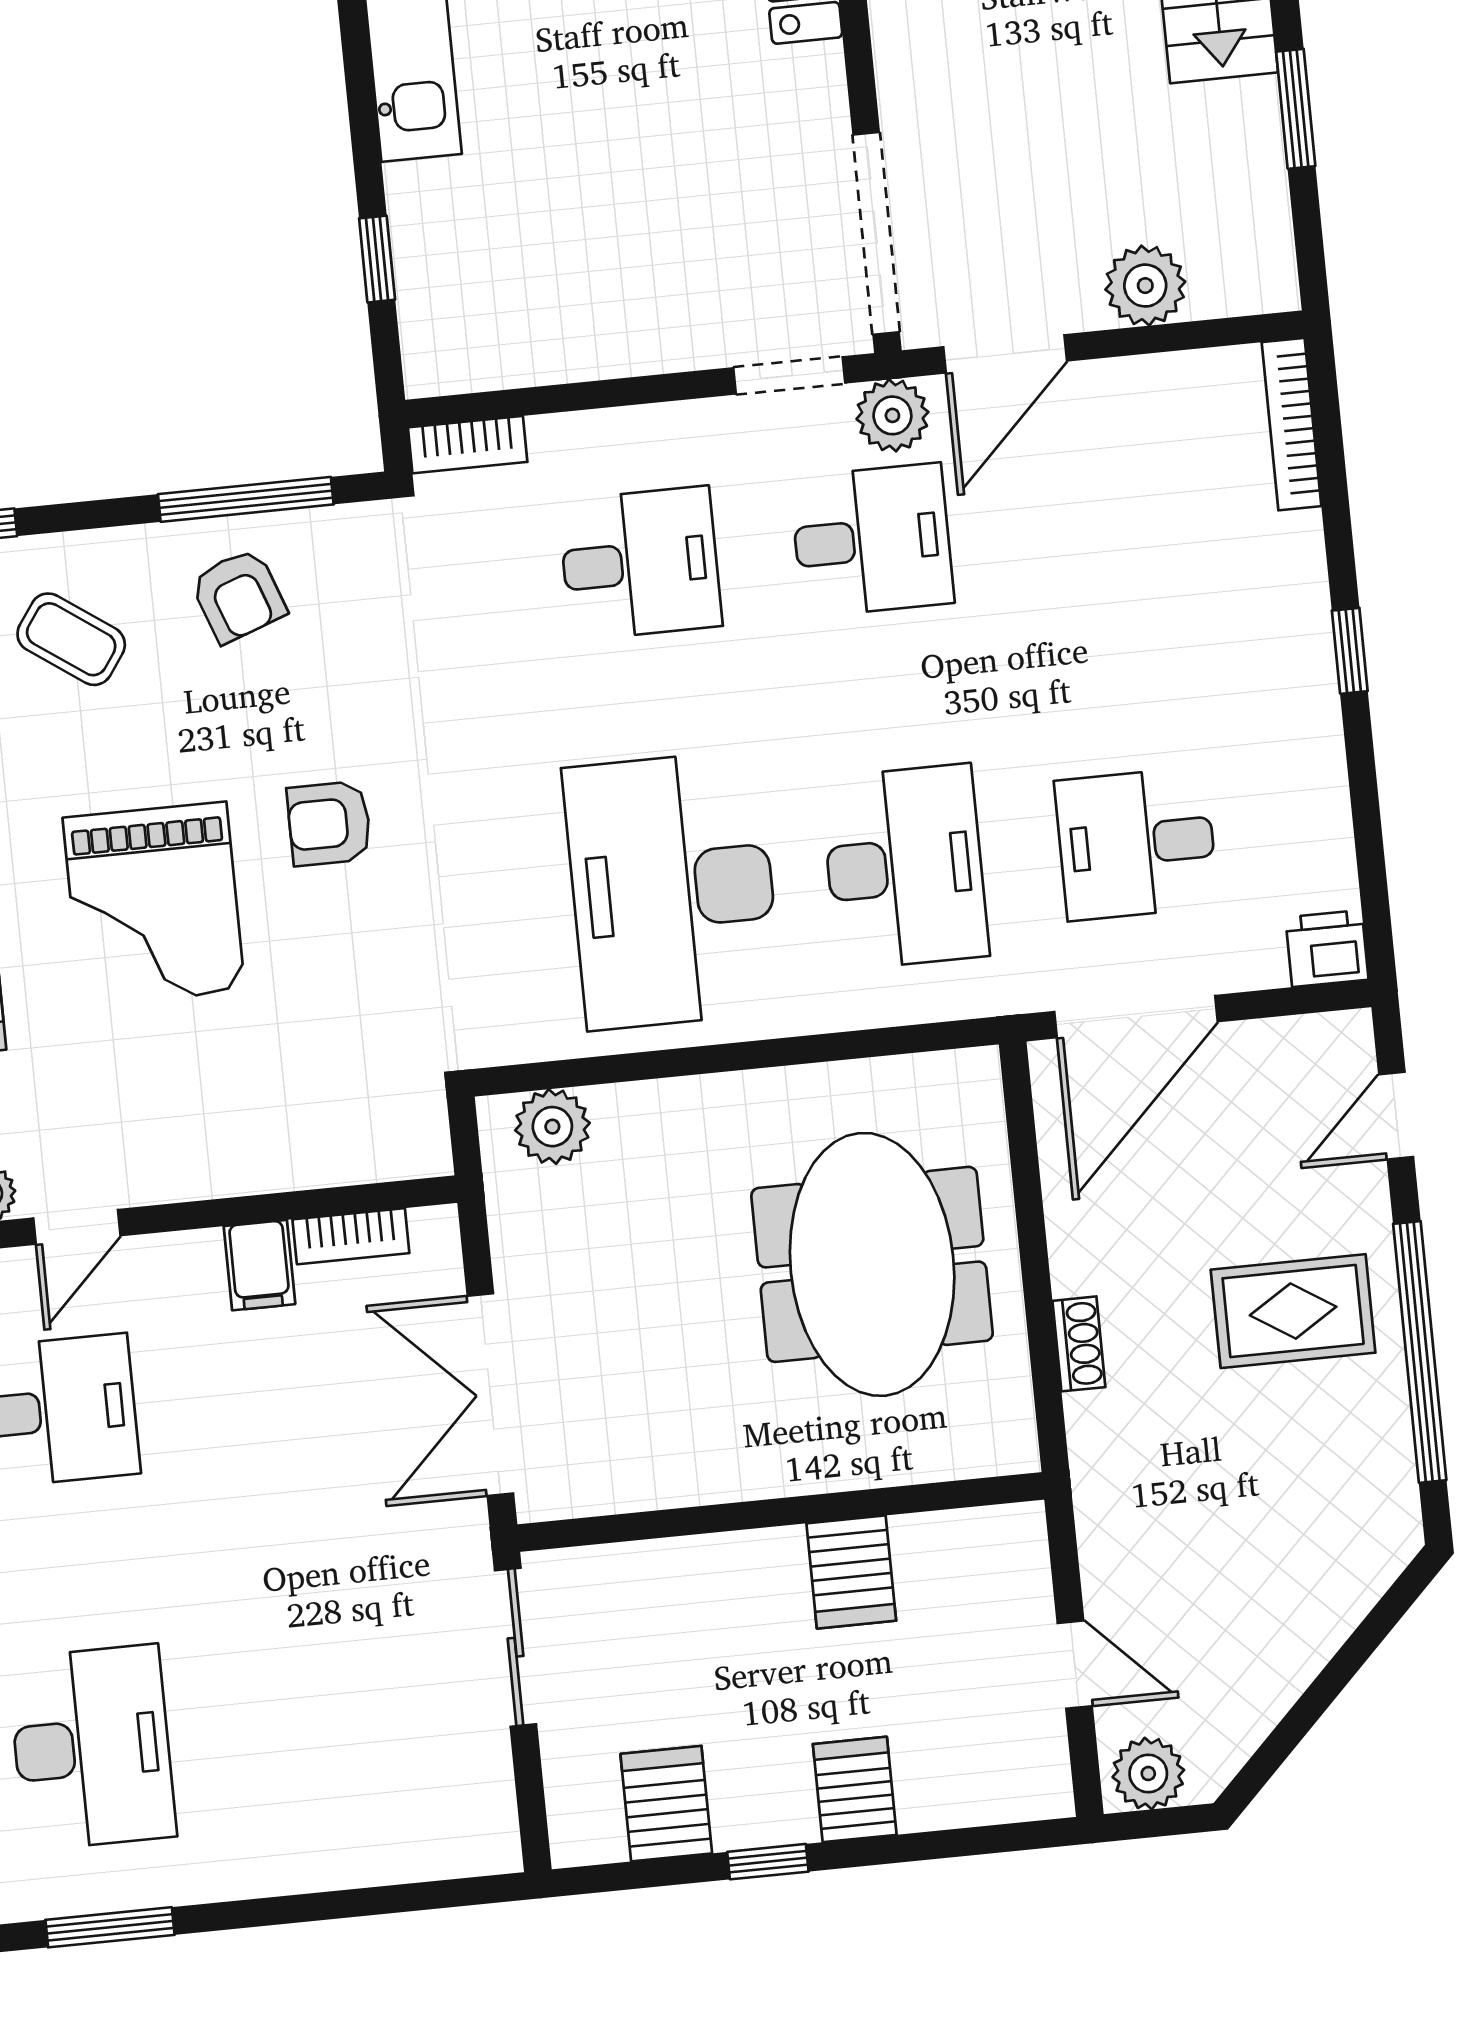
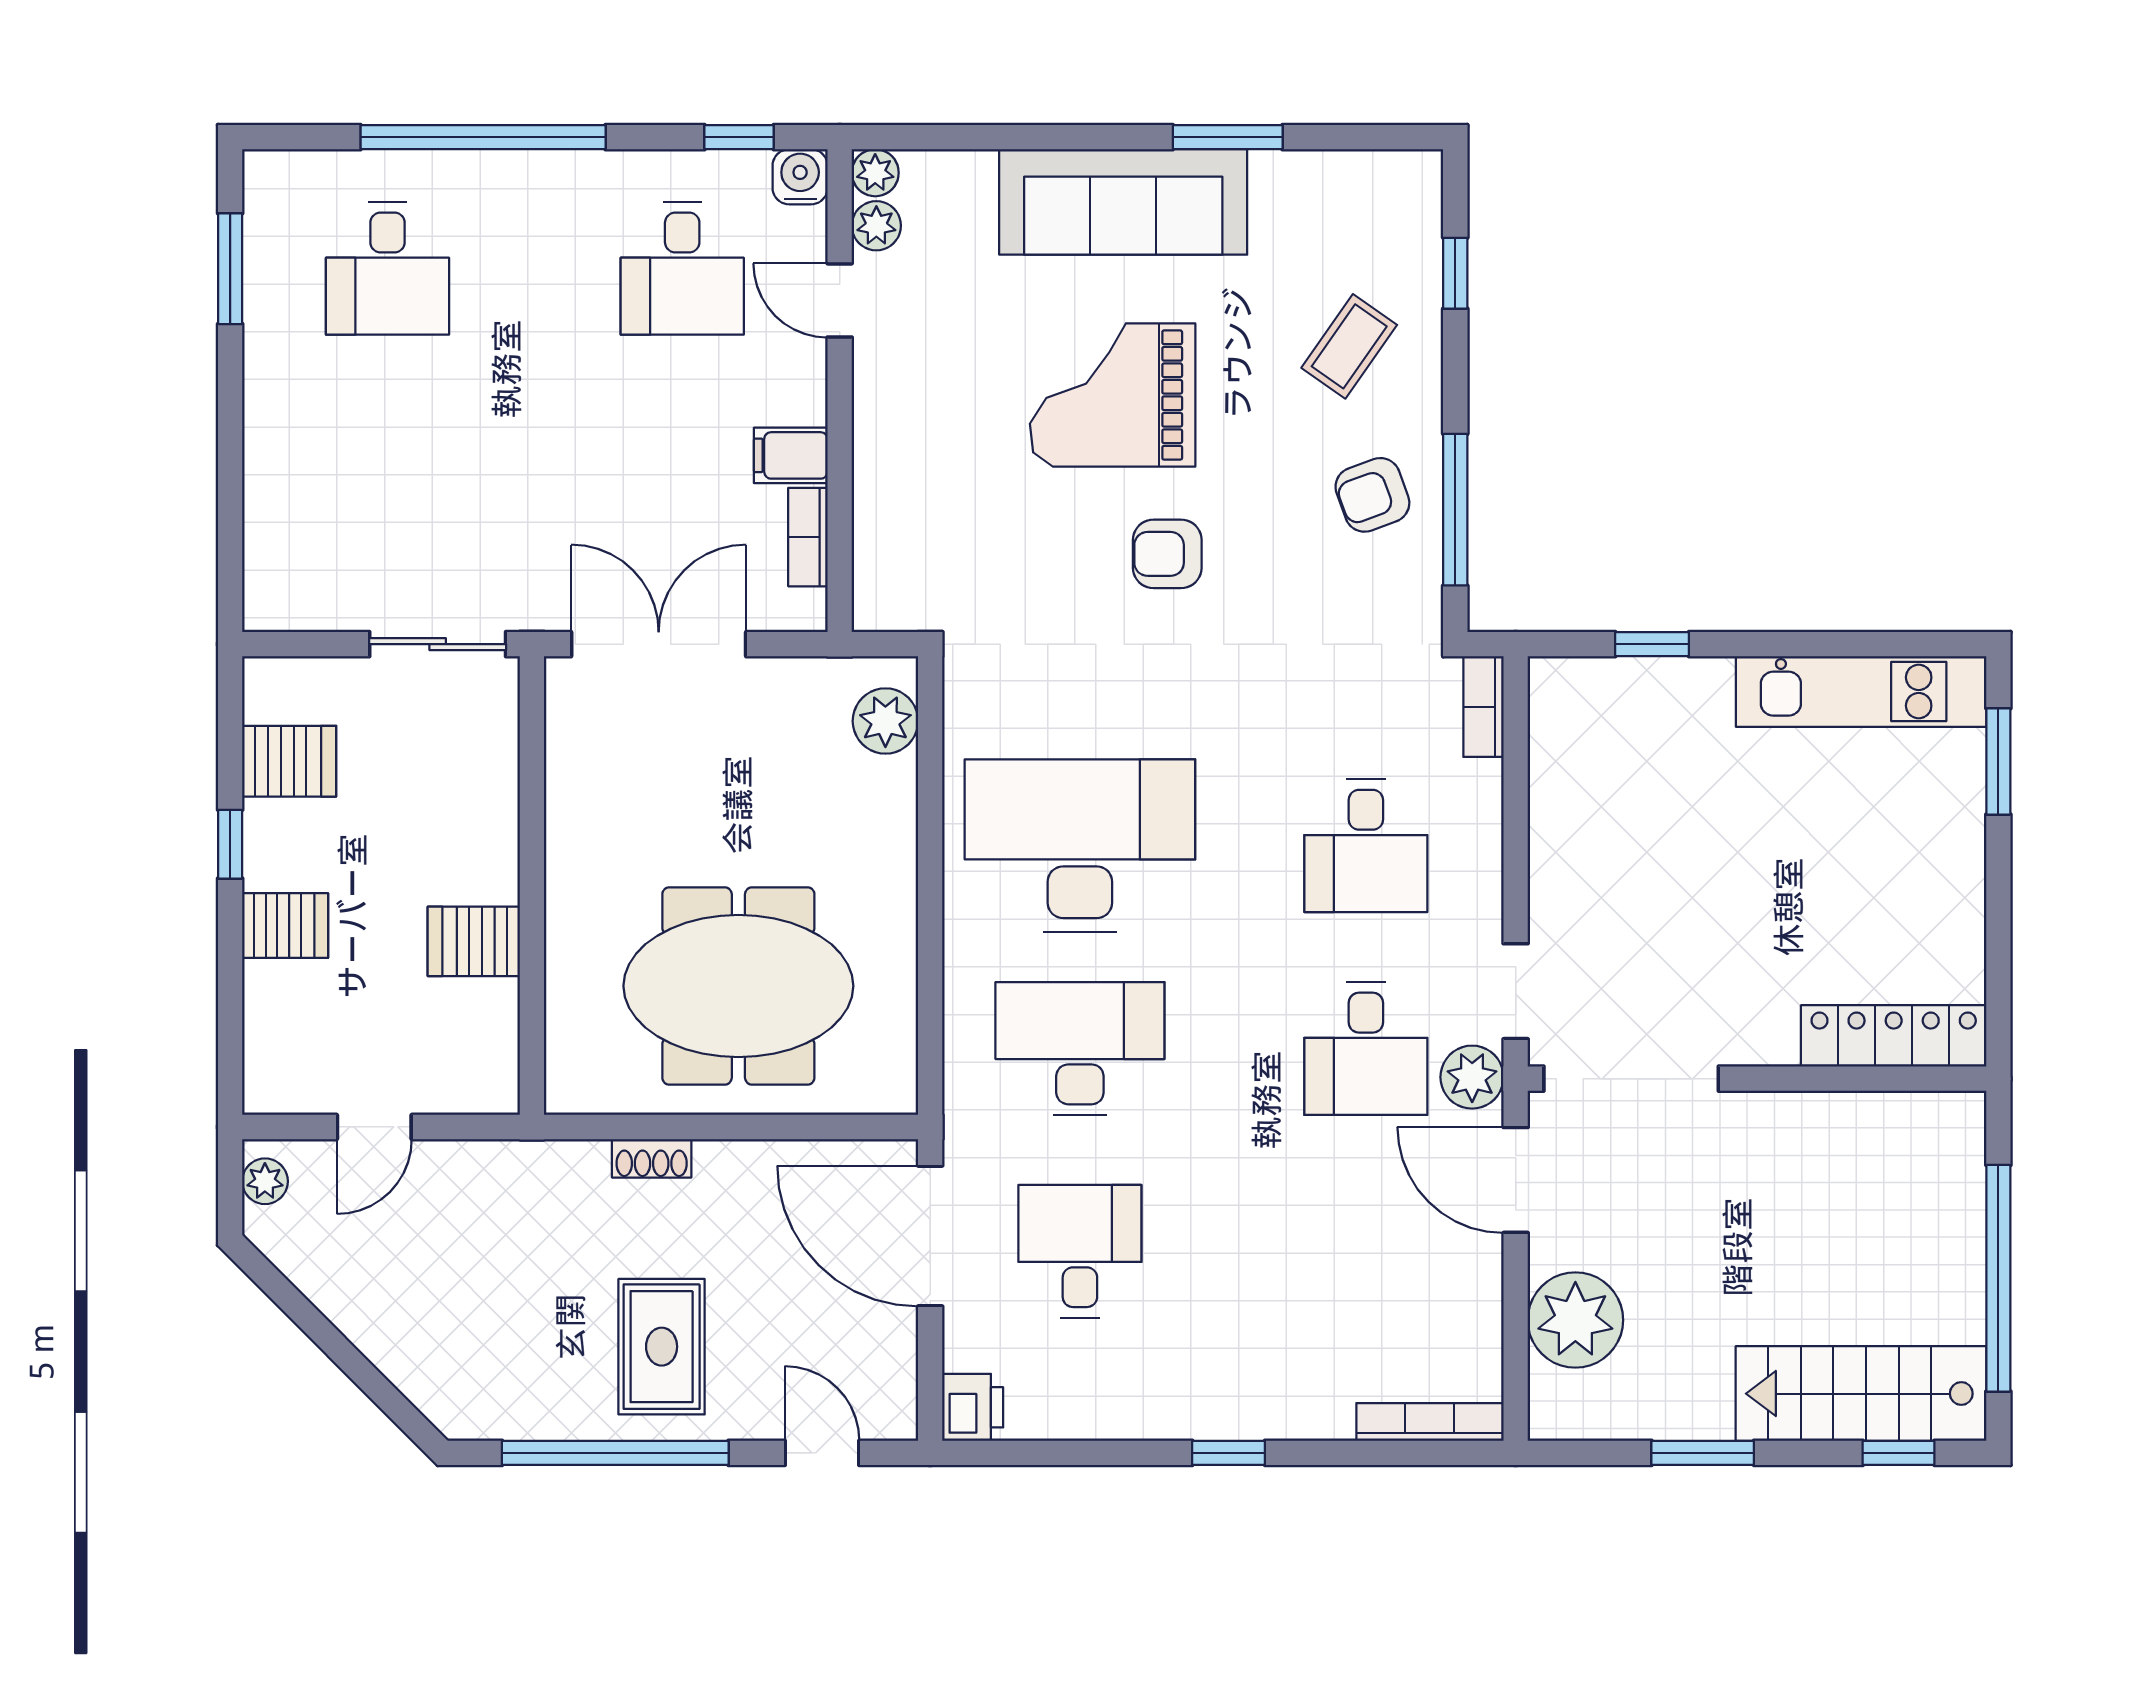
plant: (1145, 286) -> (1575, 1320), width x1.36, depth x1.36
armchair: (329, 823) -> (1167, 554), turned -90
desk: (905, 867) -> (1080, 1048), turned 180
desk: (92, 1747) -> (388, 268), width x0.73
plant: (1148, 1774) -> (265, 1181), width x0.73, depth x0.73

